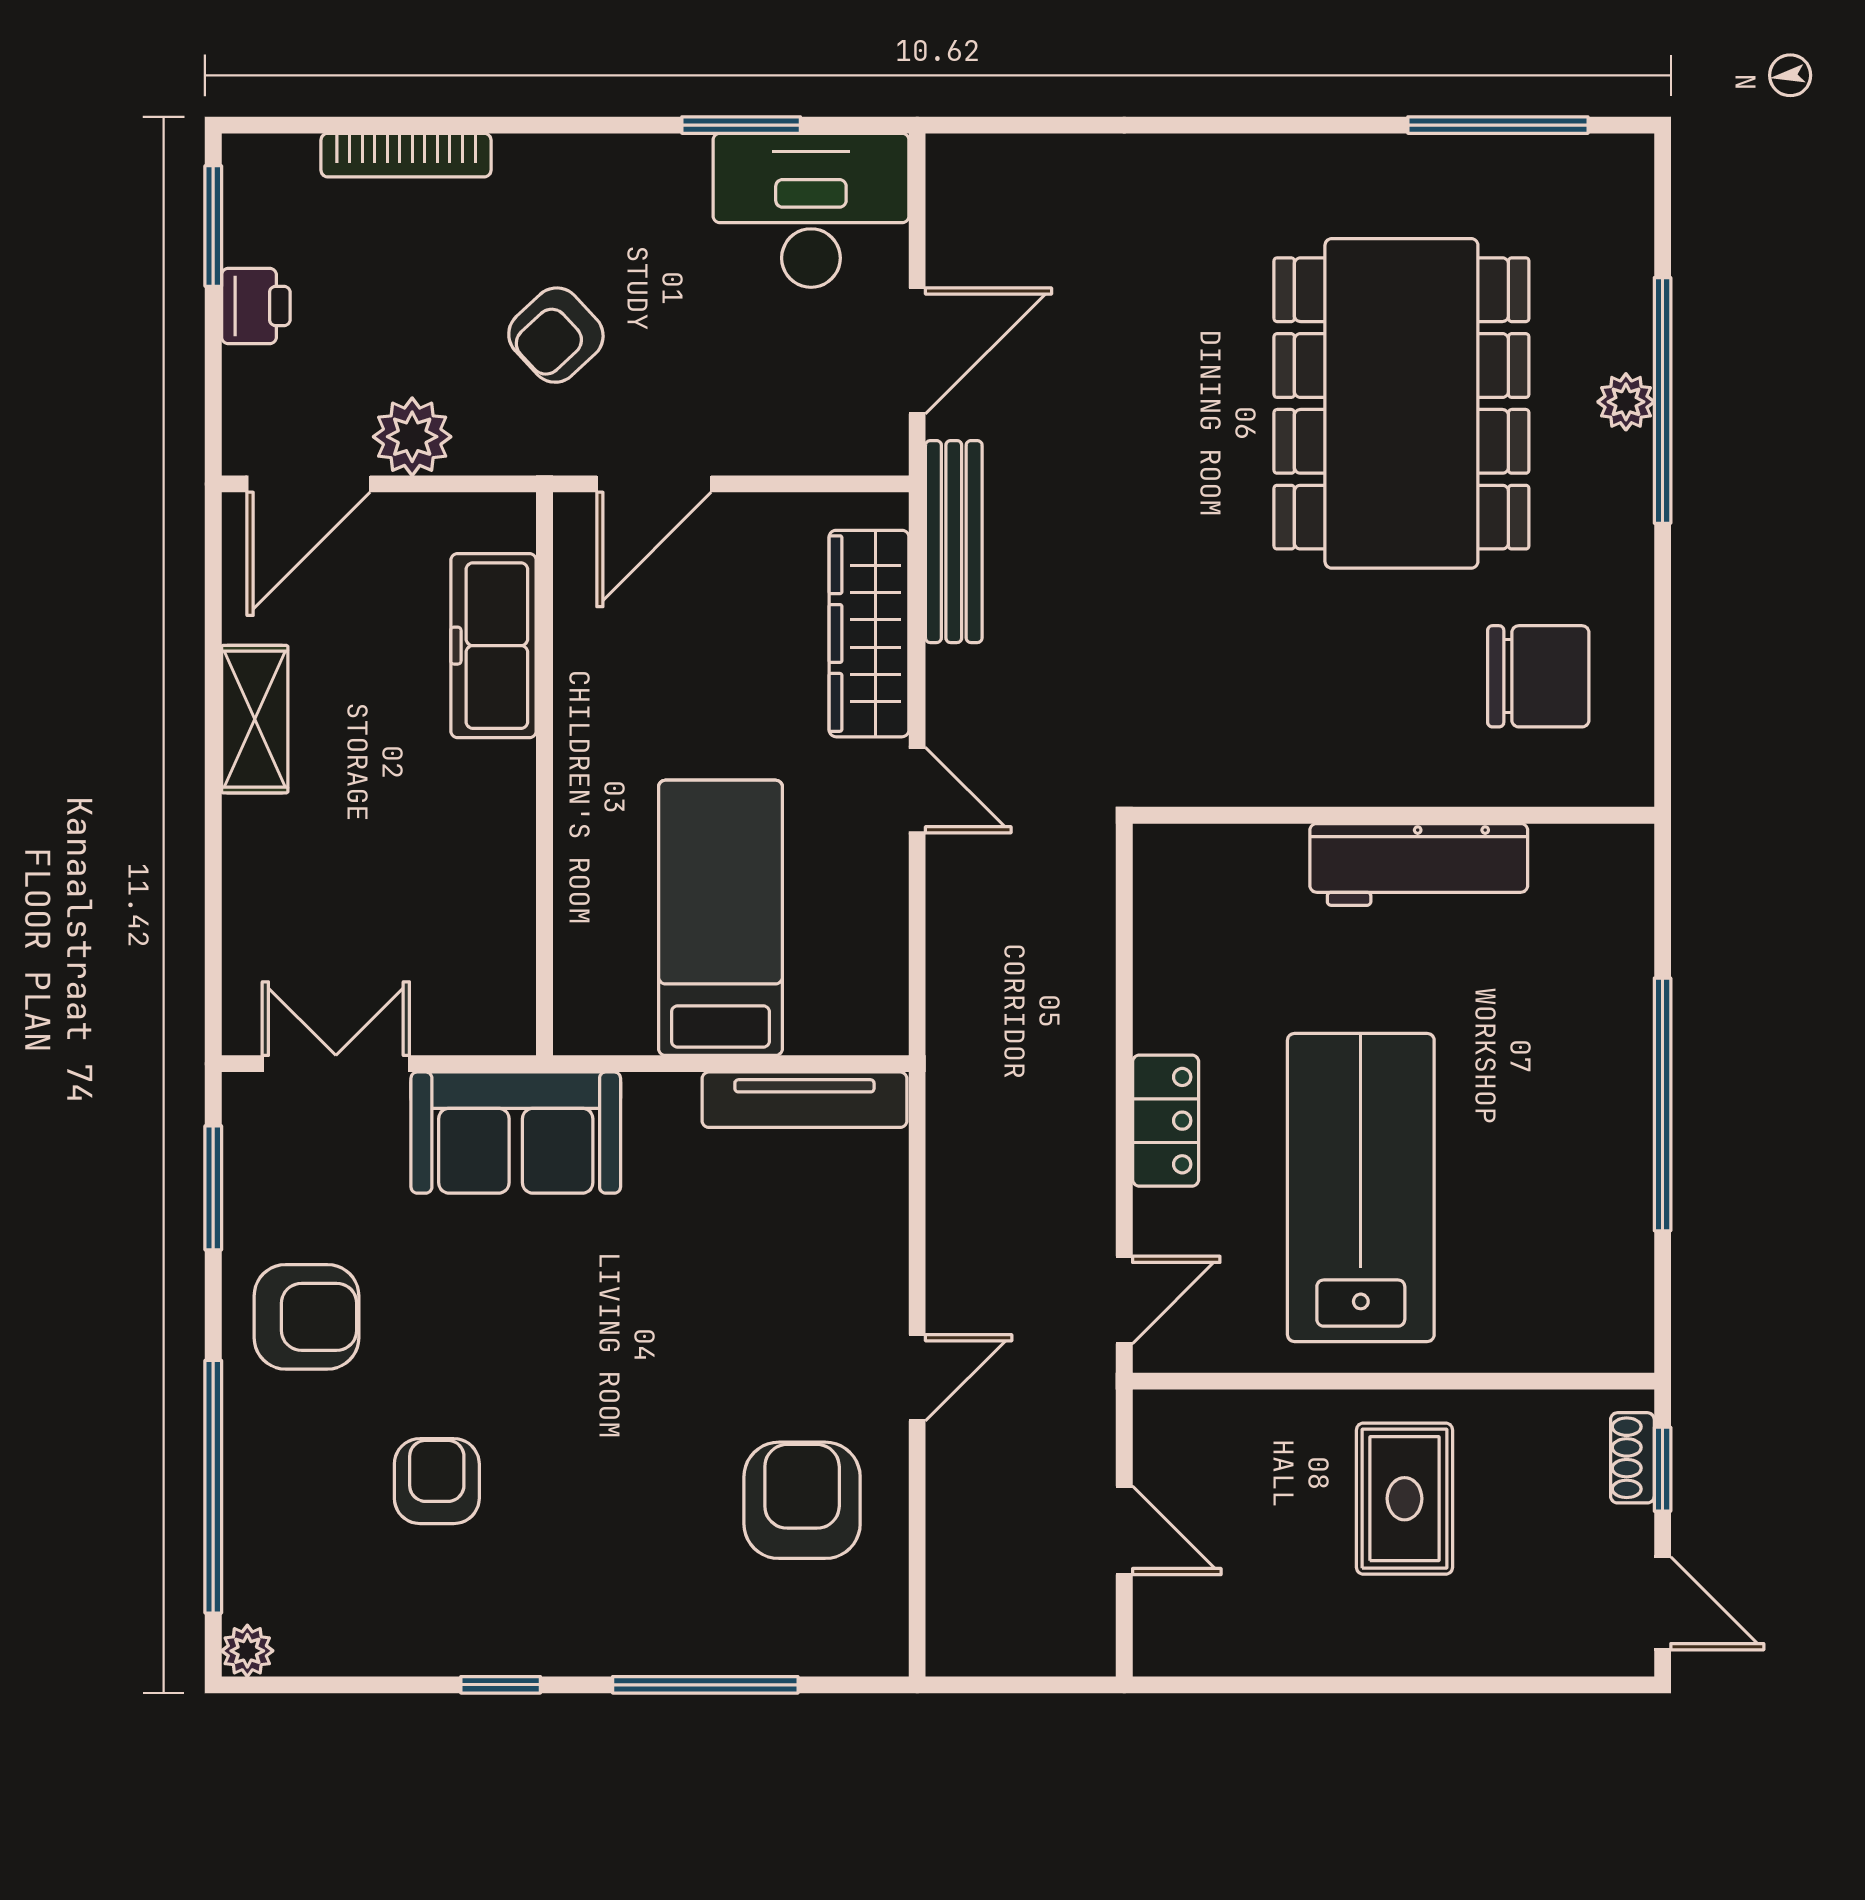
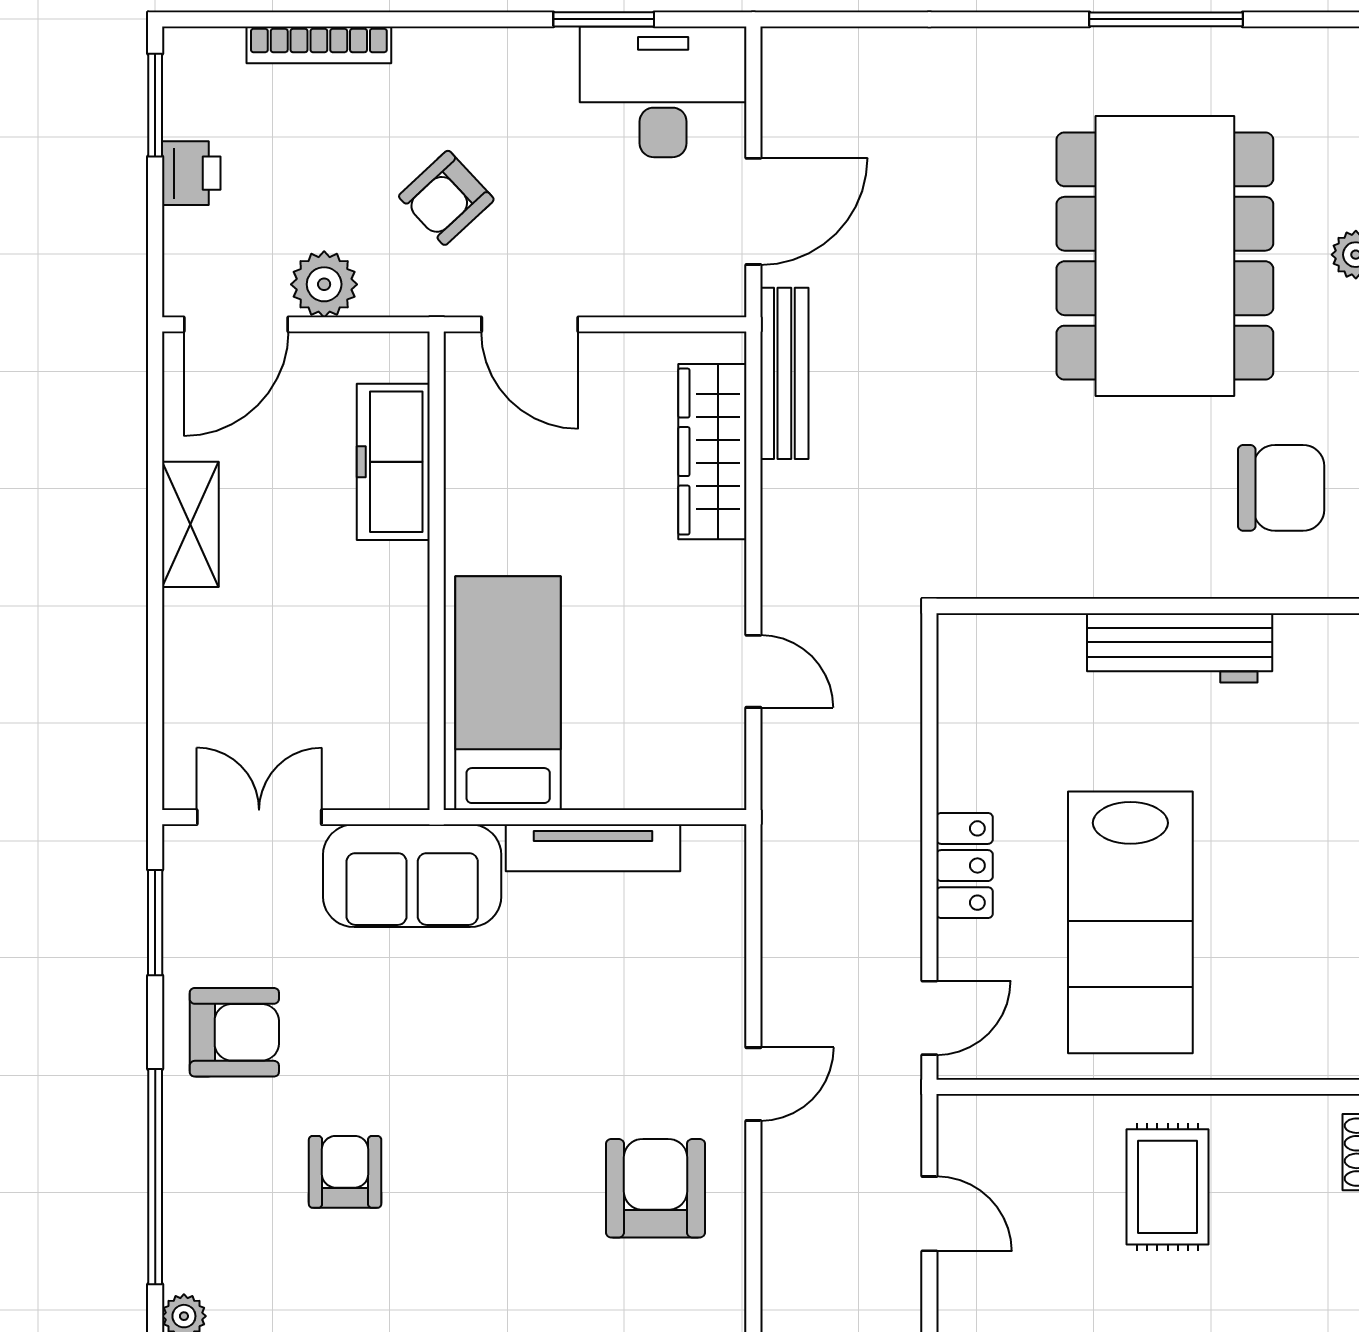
window: (1498, 125) -> (1166, 19), moved
door: (654, 484) -> (530, 324), hinge flipped
door: (917, 790) -> (753, 671), moved
bed: (720, 918) -> (508, 693), moved
tv unit: (804, 1100) -> (593, 848), moved
lab bench: (1361, 1187) -> (1130, 922), turned 180

